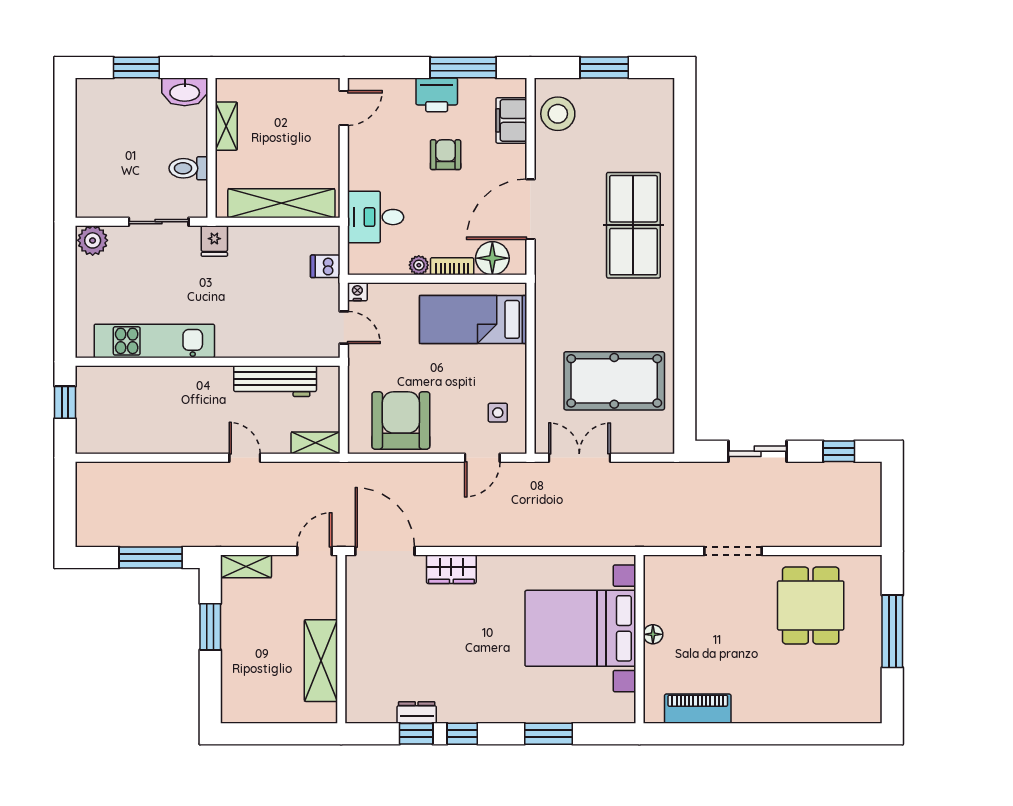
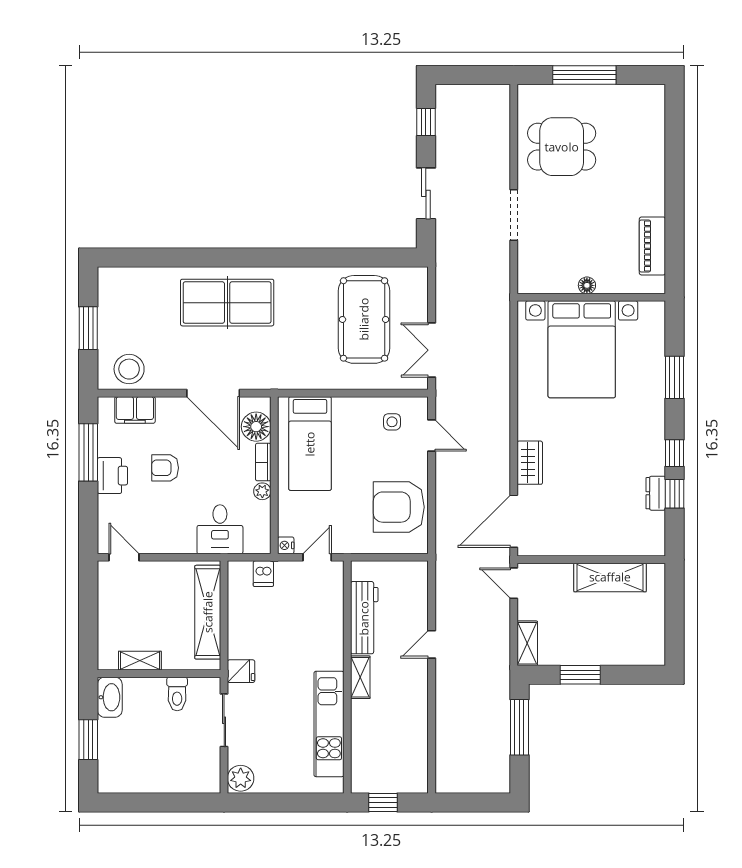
shelving: (315, 443) -> (360, 677), moved

